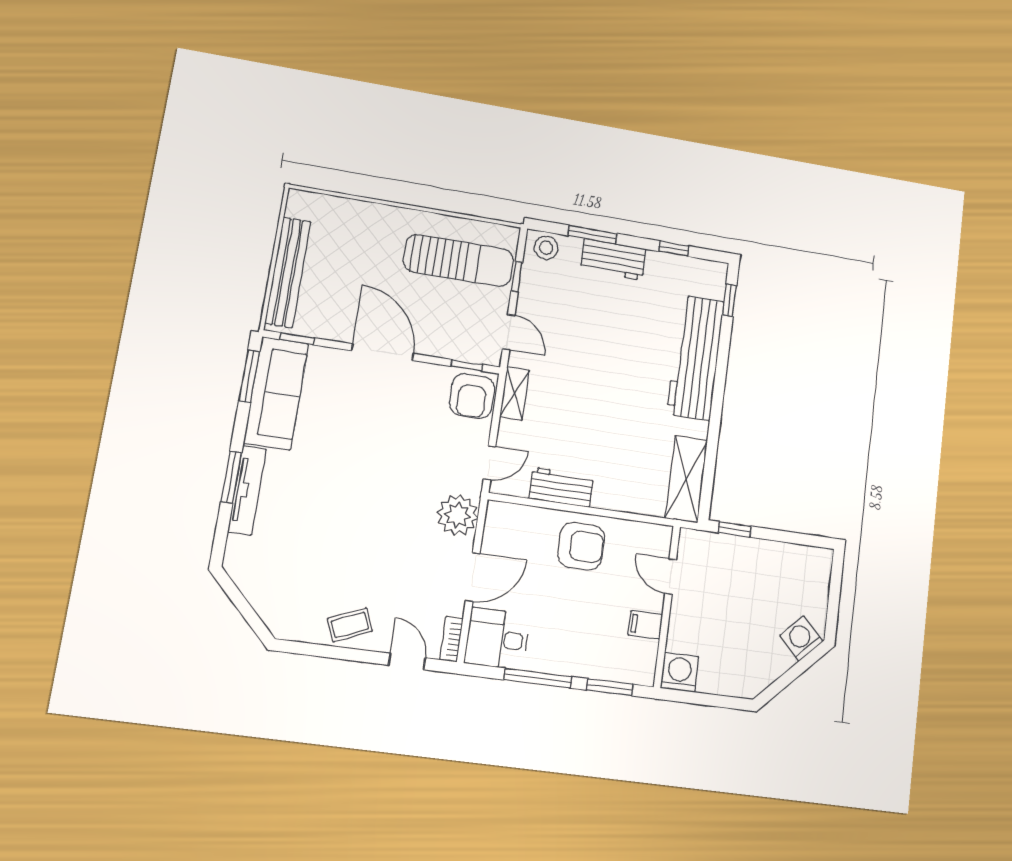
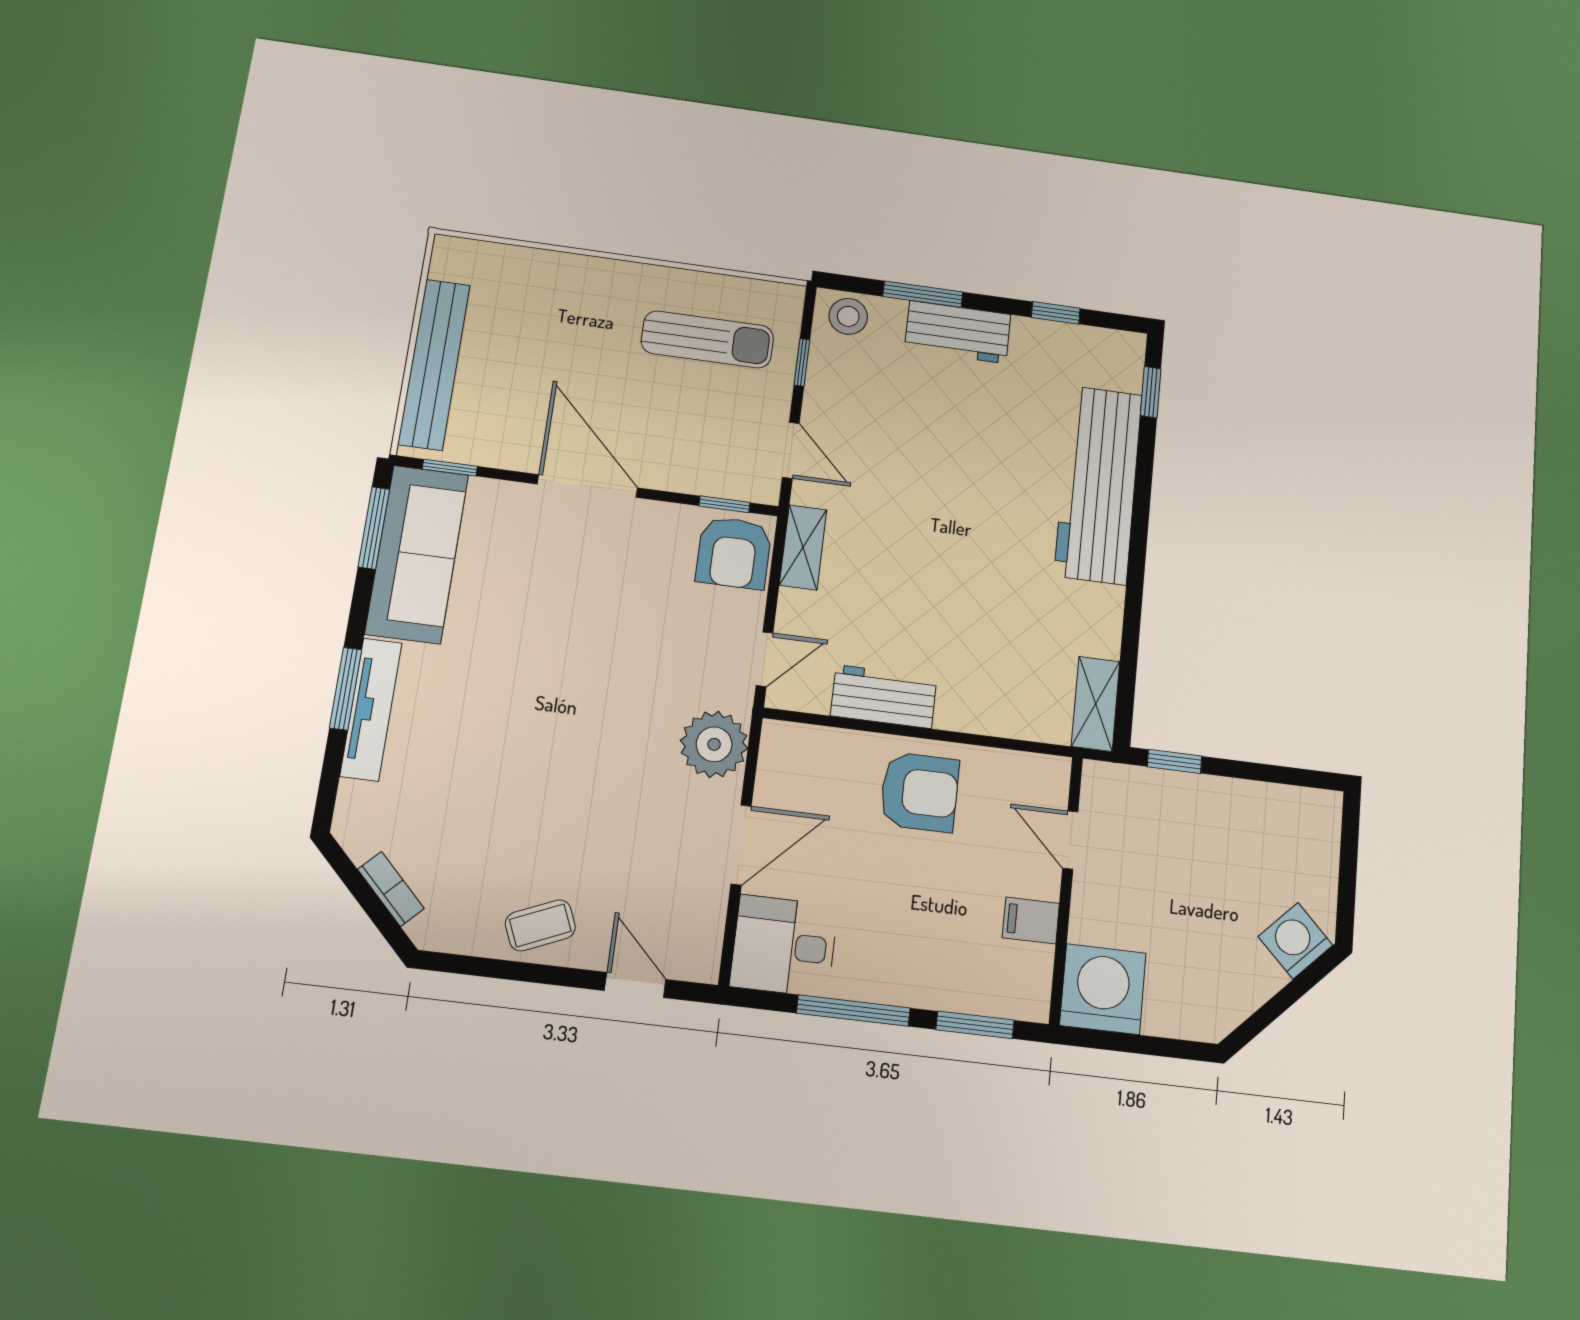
sun lounger: (459, 260) -> (707, 339), width x0.73, depth x0.75
shelving: (686, 479) -> (1096, 704), width x0.67, depth x0.75
bookcase: (451, 639) -> (391, 889), moved, turned 135
washing machine: (679, 672) -> (1103, 989), width x1.37, depth x1.37

